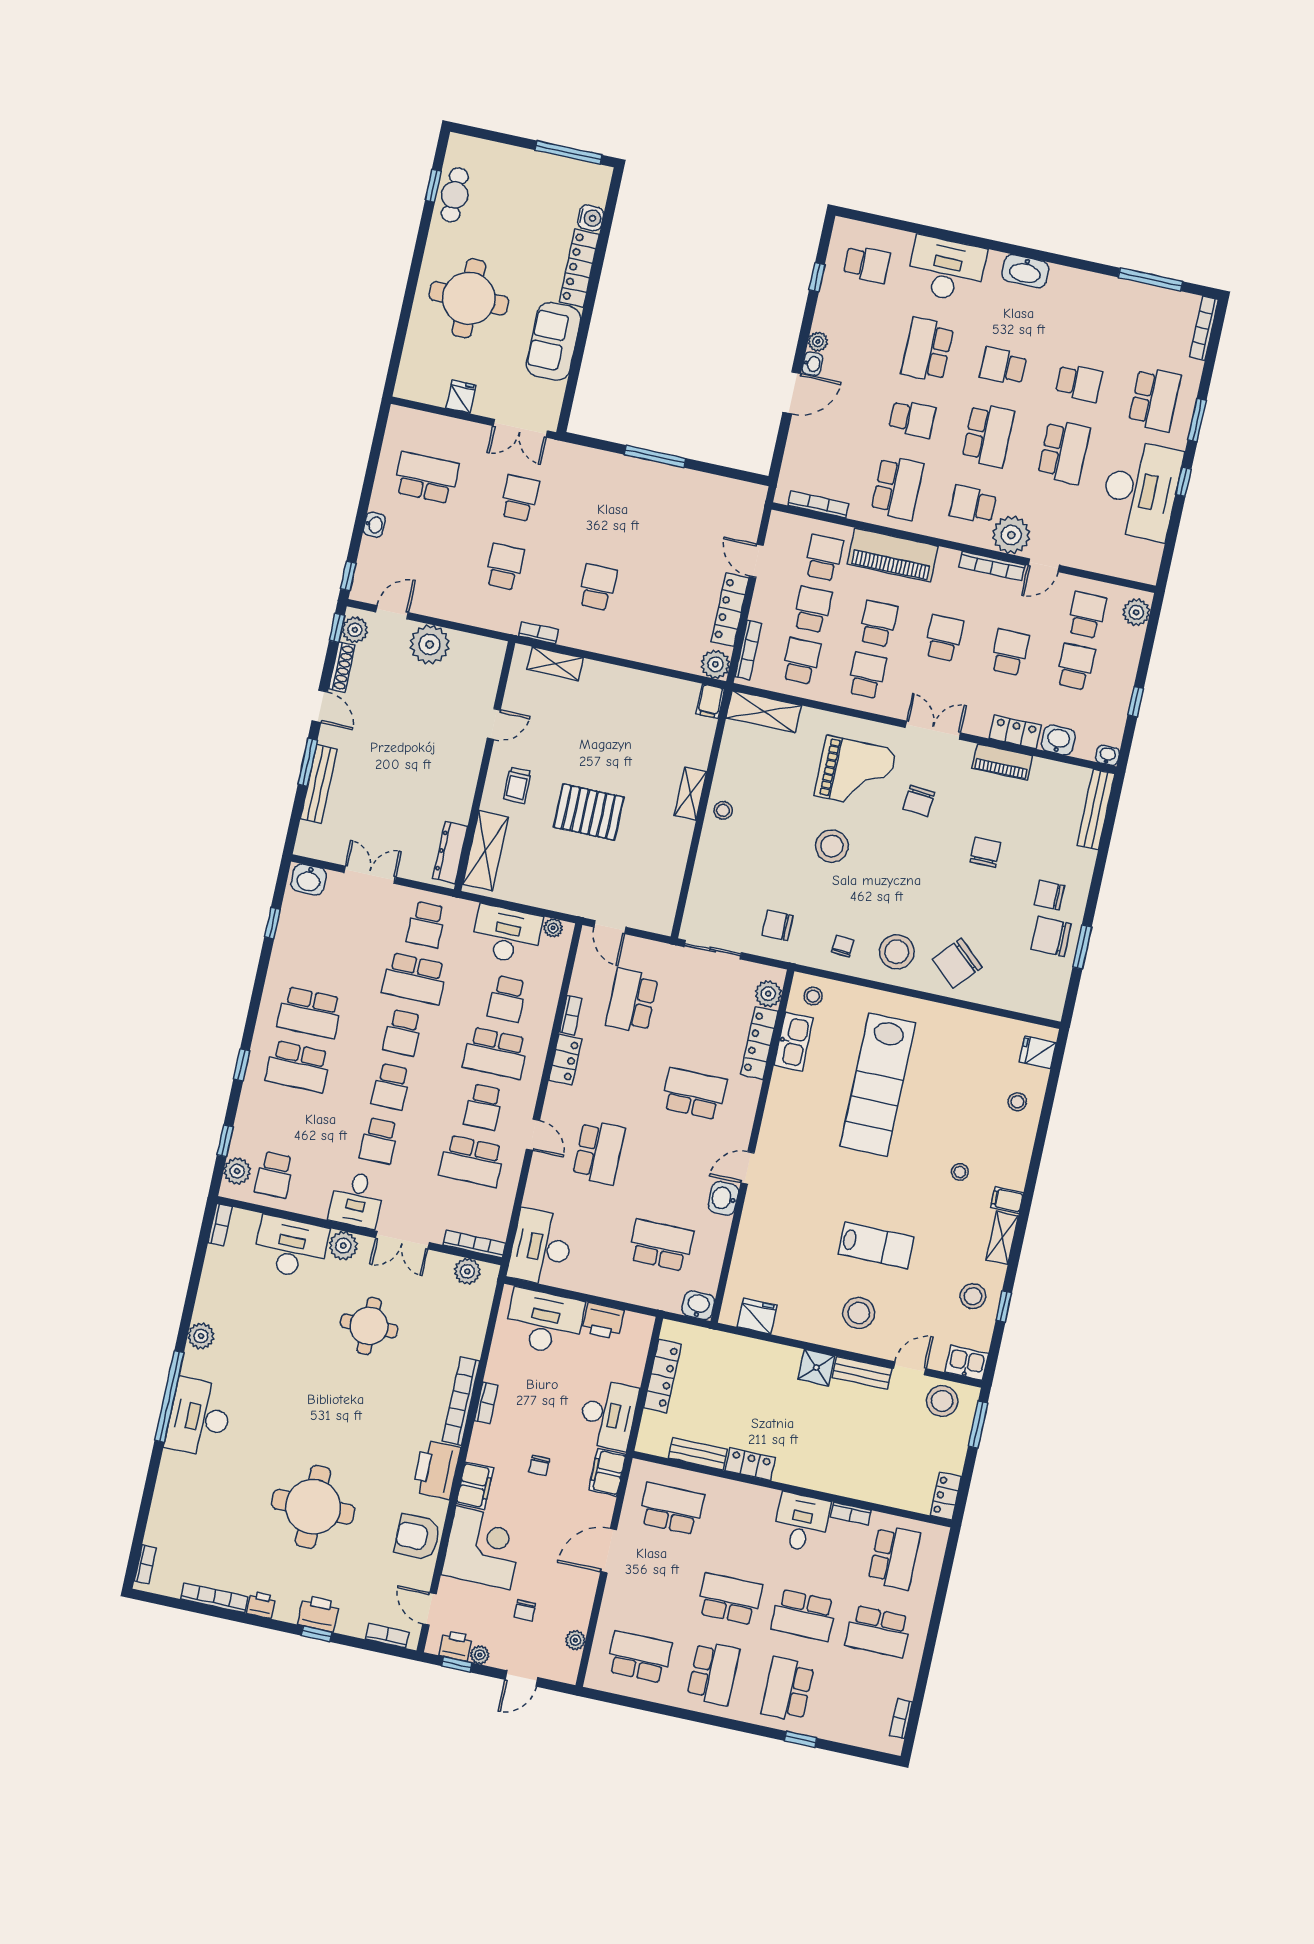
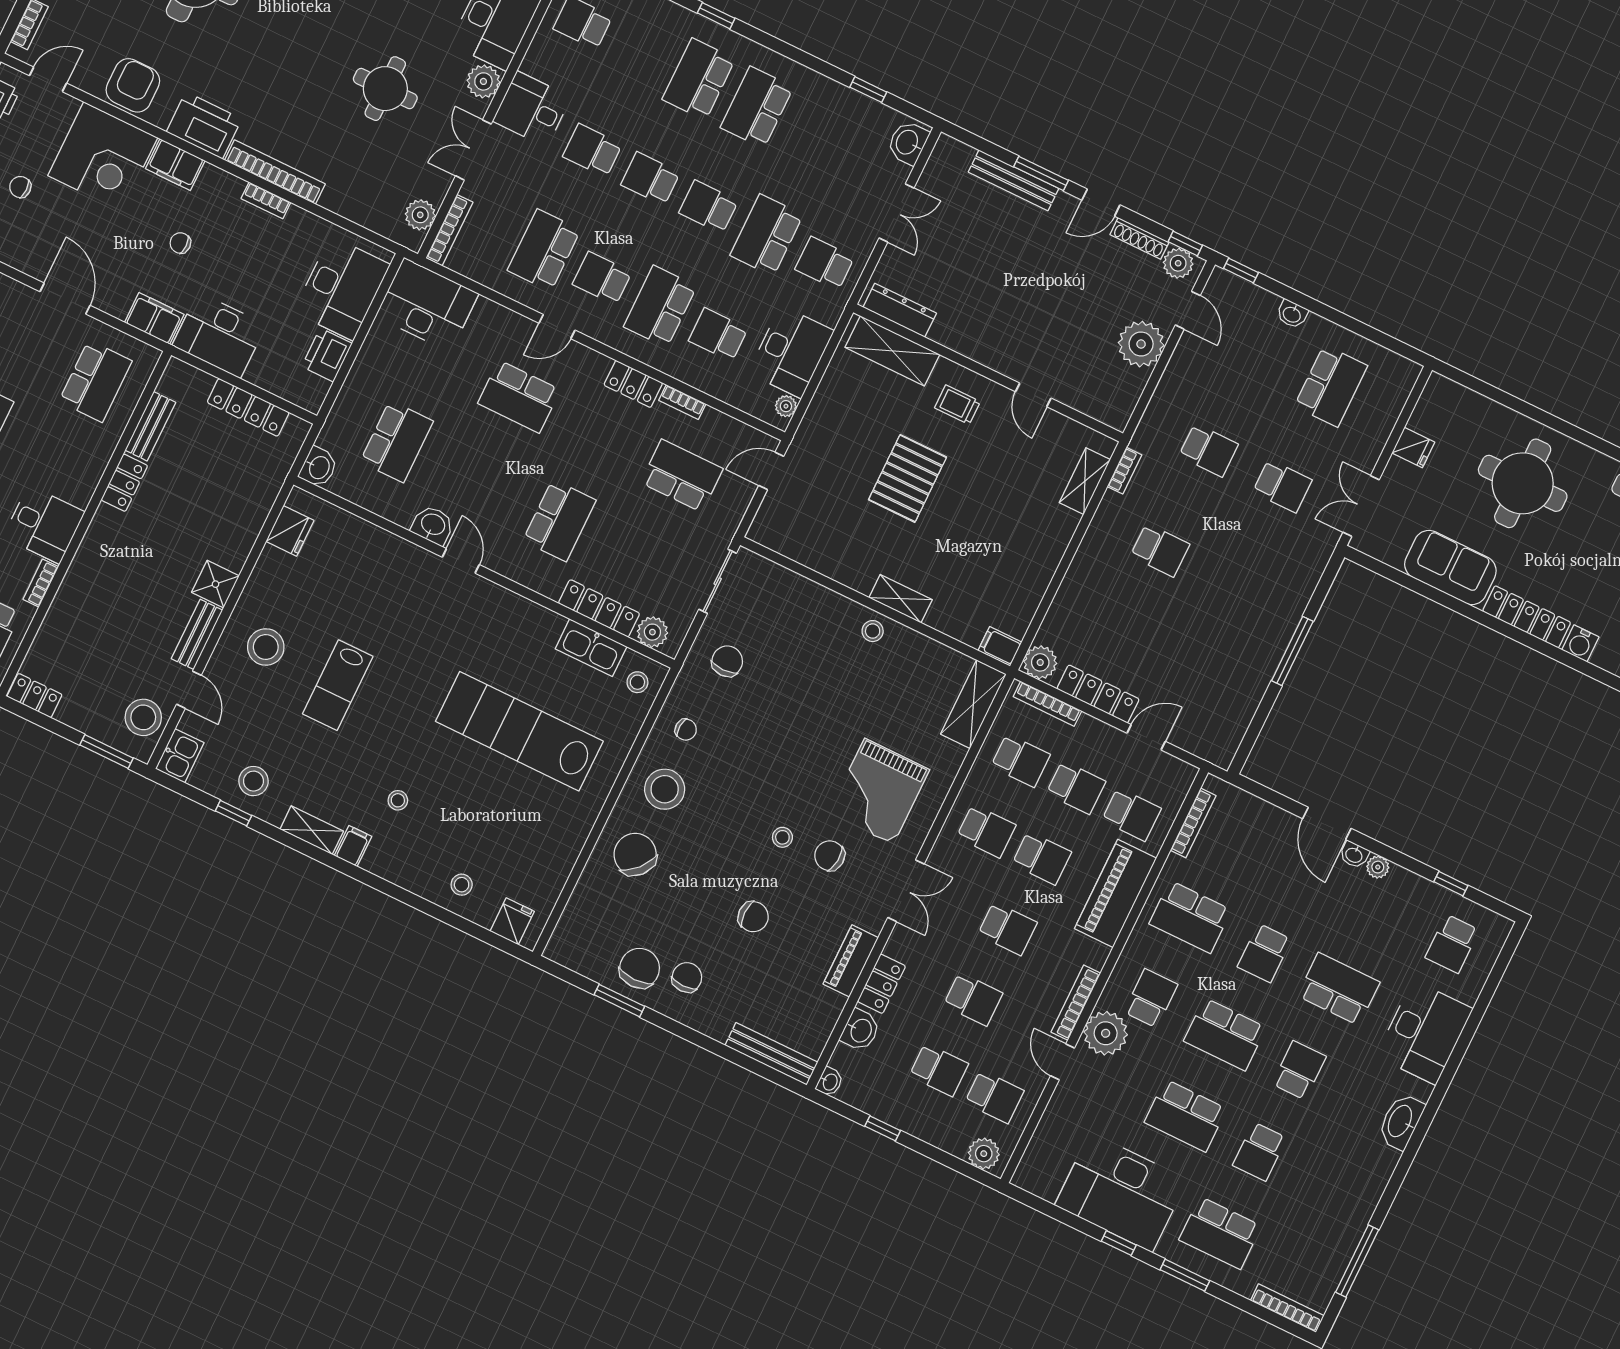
stool: (832, 846) -> (782, 837), moved, width x0.53, depth x0.53

